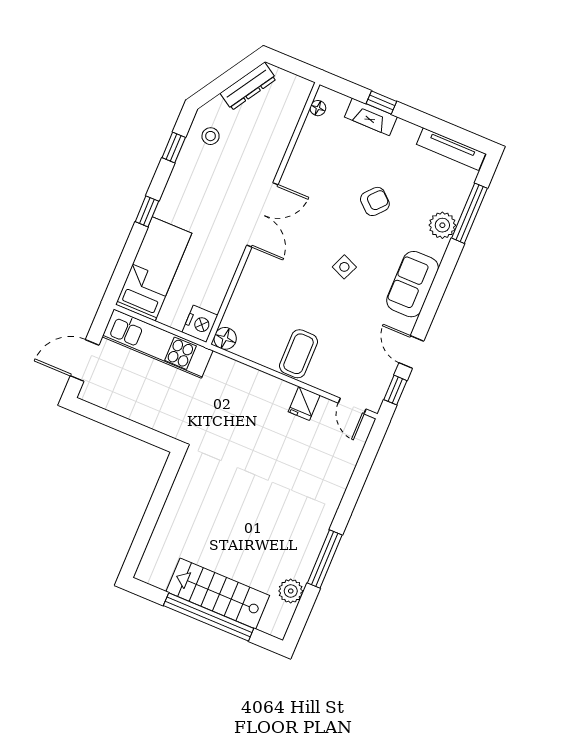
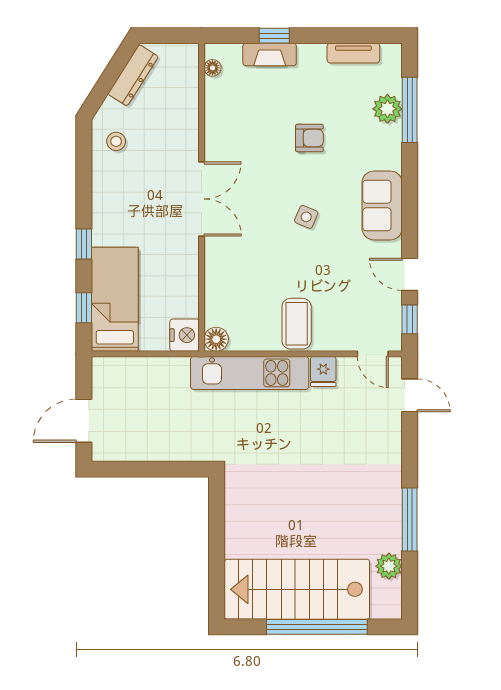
window: (174, 148) -> (84, 308), moved
tv unit: (451, 149) -> (353, 53), width x0.71
armchair: (375, 201) -> (309, 138), turned 48
plant: (442, 225) -> (387, 109), moved
kitchen unit: (158, 344) -> (250, 373), moved
door: (369, 454) -> (410, 395), added
stairs: (218, 593) -> (297, 589), width x1.36, depth x1.51

